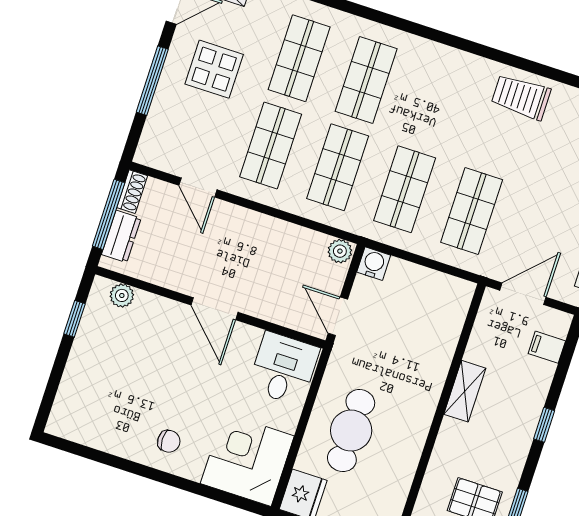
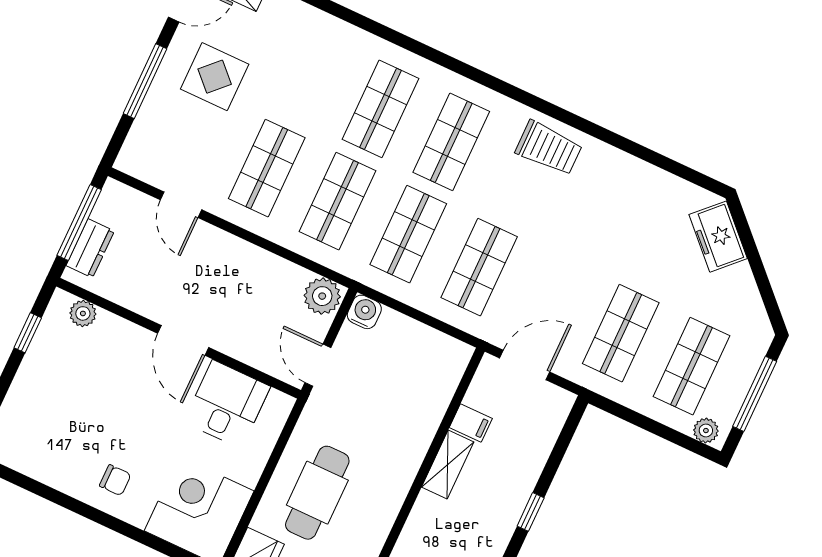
shop shelf: (299, 58) -> (451, 142), moved
trolley: (521, 97) -> (549, 148), turned 180
shoe rack: (132, 192) -> (108, 201), removed
plant: (340, 251) -> (322, 296), width x1.38, depth x1.38
filing cabinet: (547, 347) -> (471, 423), moved, turned 180
desk: (284, 369) -> (227, 404), moved

